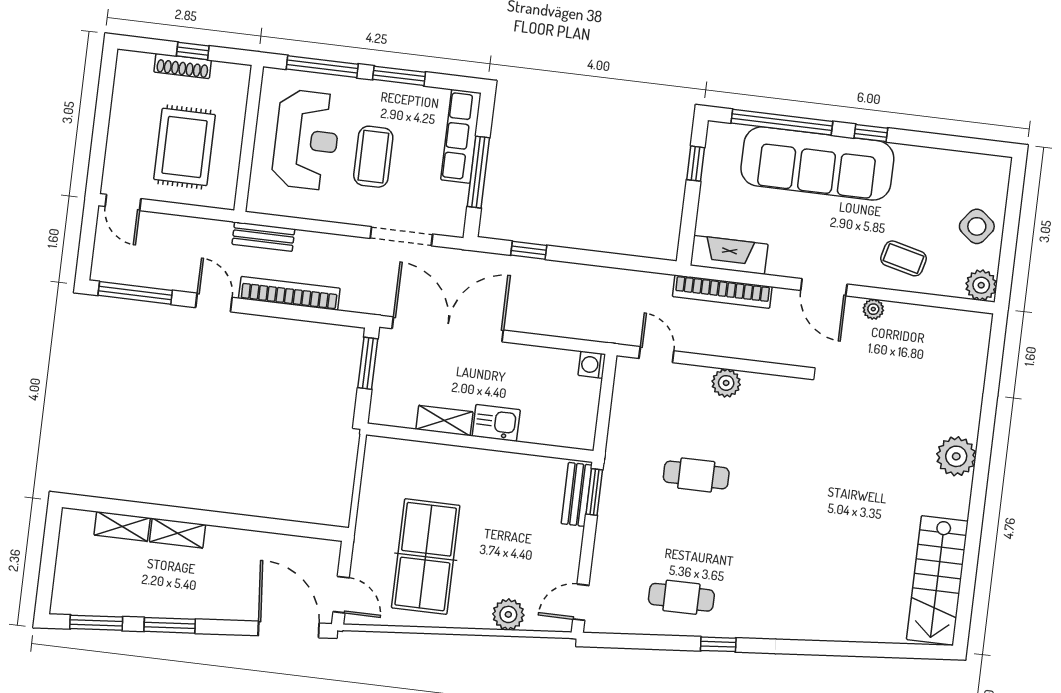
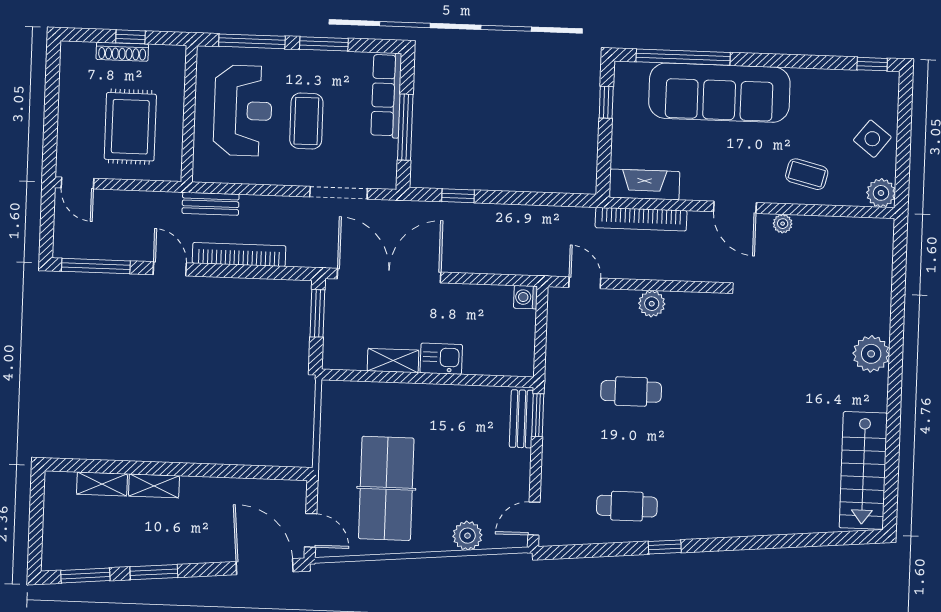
window: (871, 133) -> (872, 64), moved

